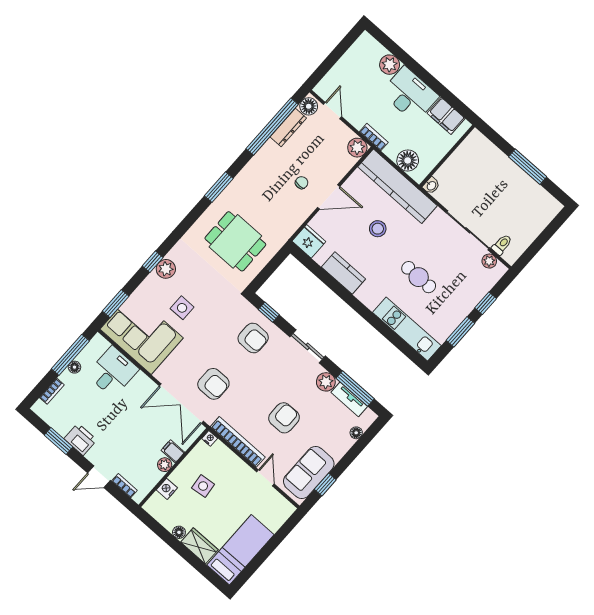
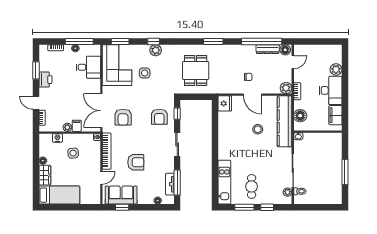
kitchen counter: (343, 273) -> (224, 131), removed
cafe table: (419, 277) -> (252, 186), moved
plant: (326, 382) -> (168, 167), removed

